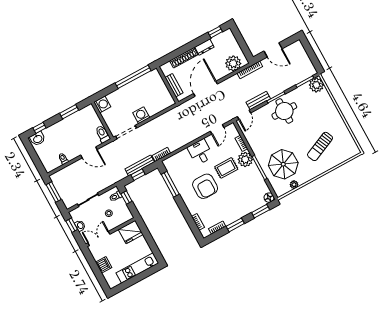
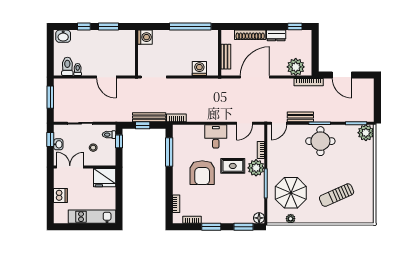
washing machine: (141, 115) -> (199, 69), moved
window: (39, 128) -> (84, 27), moved
toilet: (103, 134) -> (67, 66), moved

